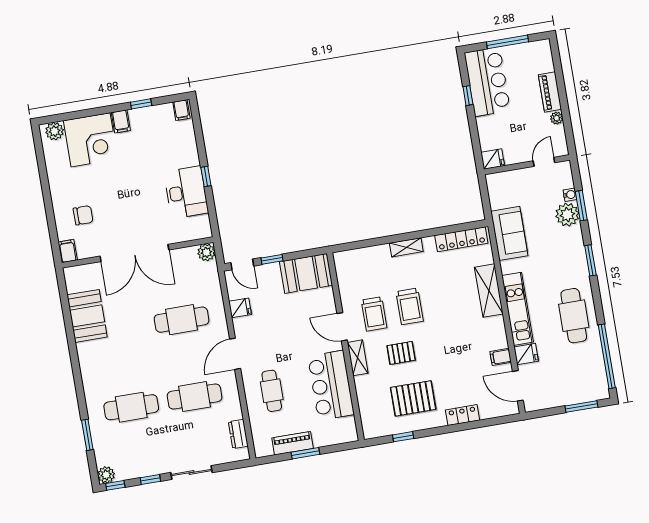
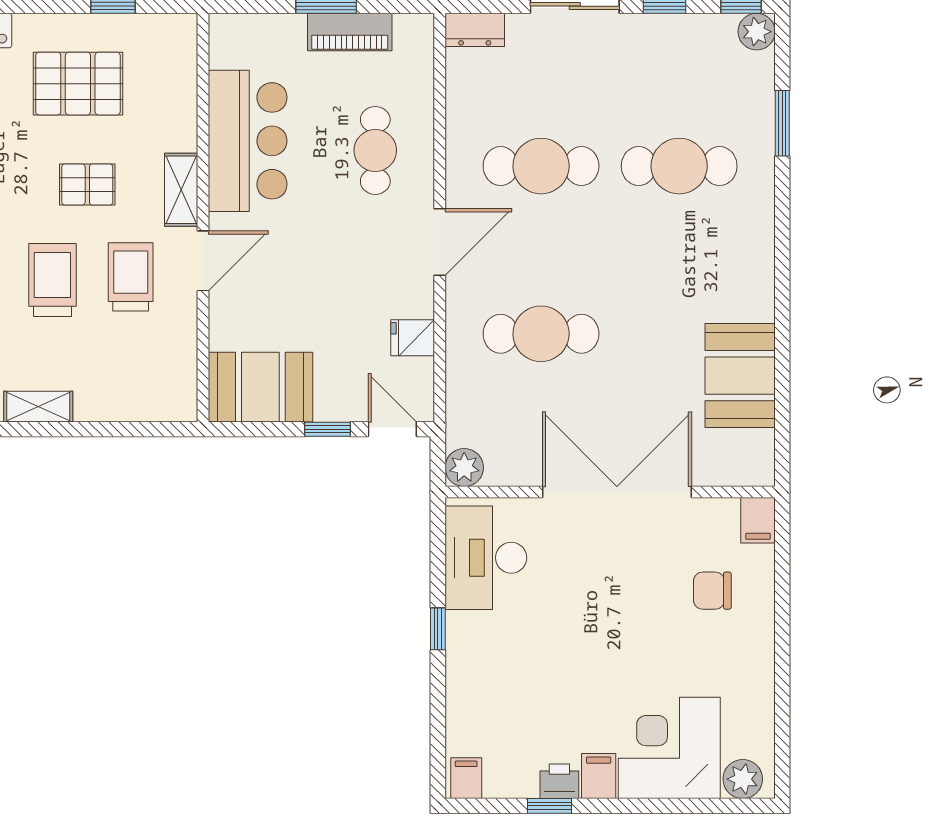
printer: (138, 116) -> (559, 781), added
desk: (186, 192) -> (486, 558), moved
door: (342, 327) -> (203, 261), hinge flipped
dresser: (238, 434) -> (475, 30), moved, turned 90

